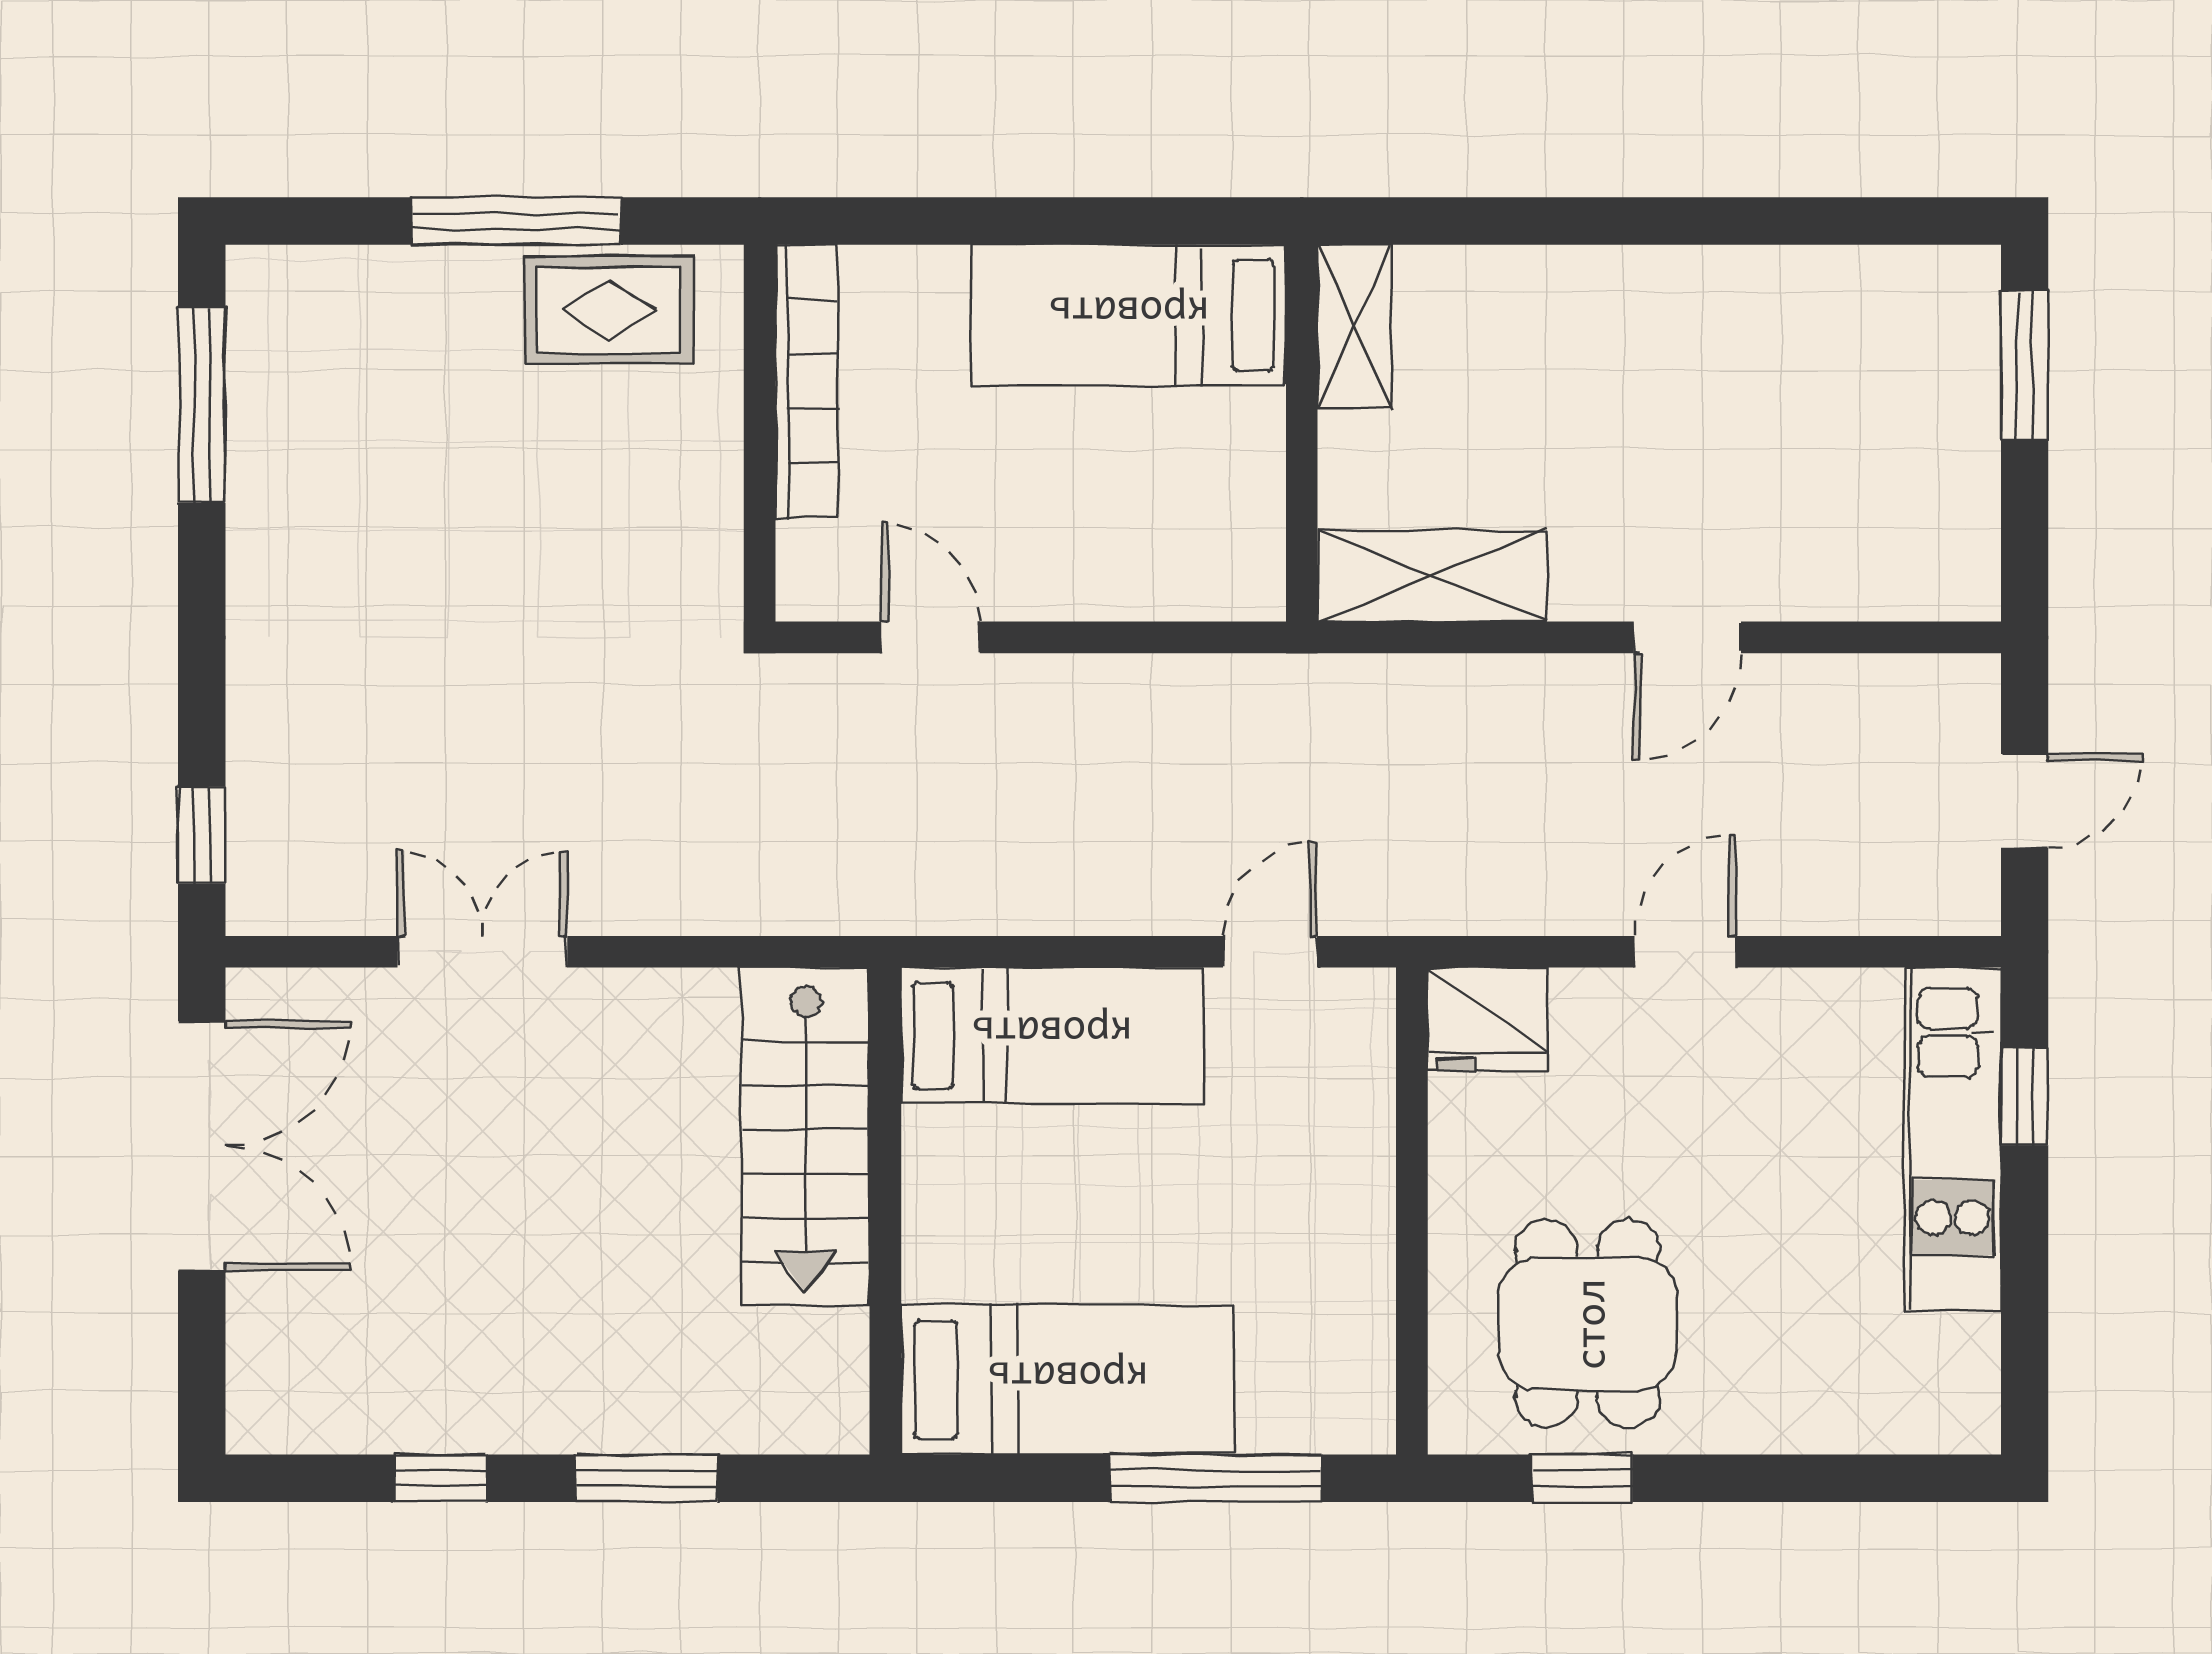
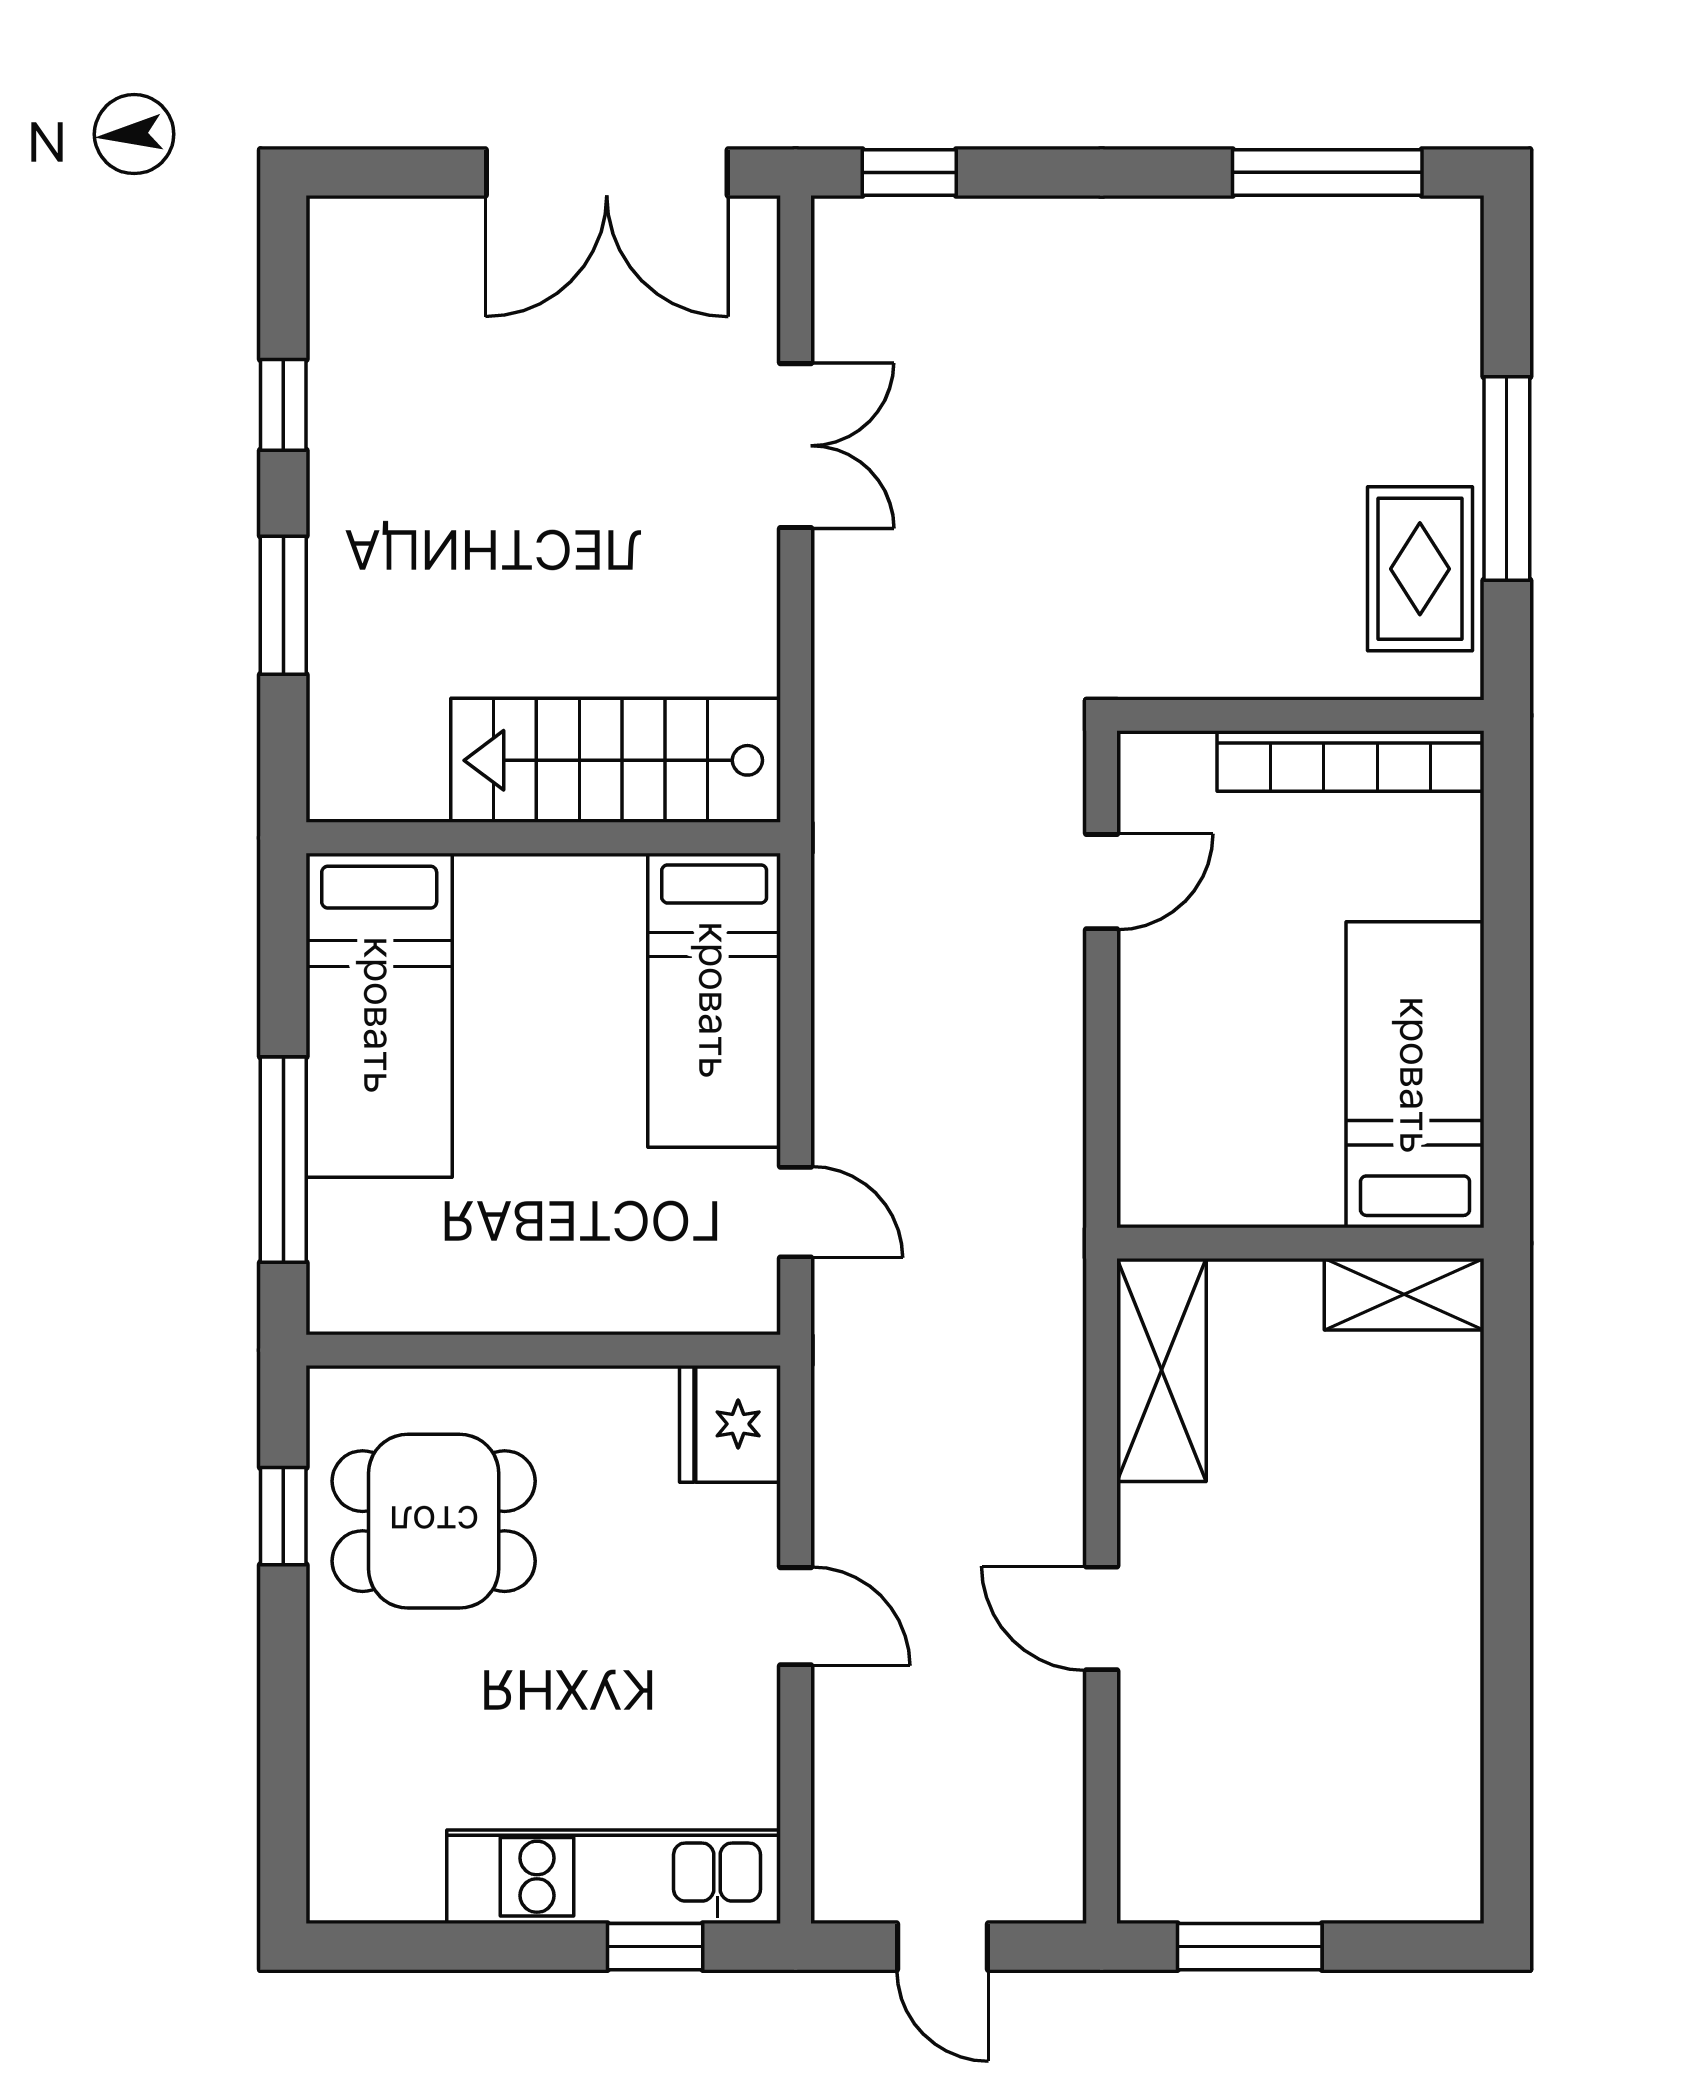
window: (2025, 366) -> (1250, 1947), moved

